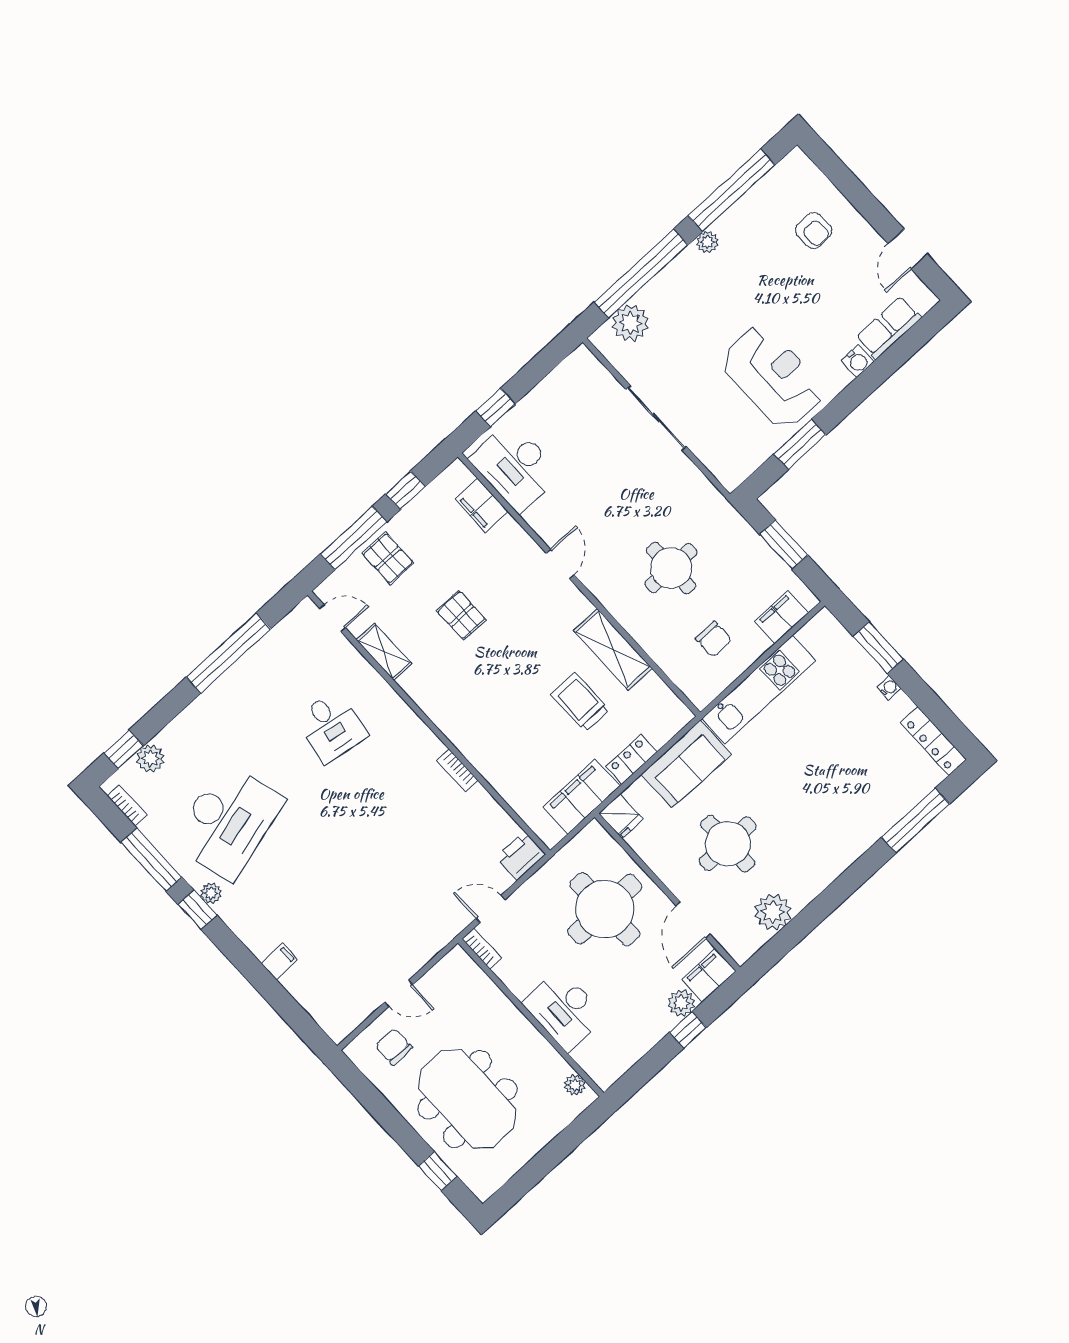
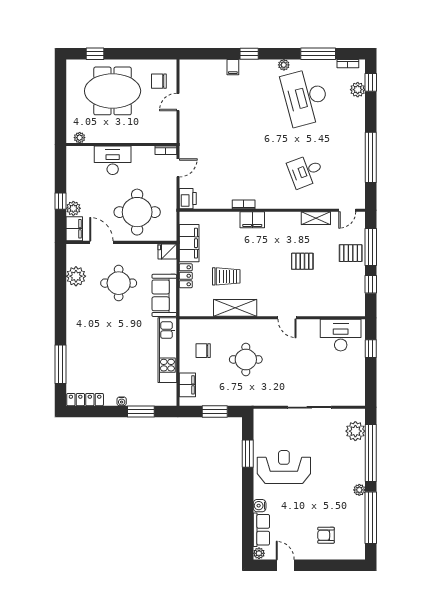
plant: (925, 301) -> (259, 553), added
reception desk: (772, 377) -> (284, 467), turned 180
filing cabinet: (482, 505) -> (252, 220), moved, turned 180
desk: (331, 727) -> (306, 171), turned -30
window: (197, 910) -> (249, 54), moved
chair: (394, 1047) -> (159, 81), turned 180

